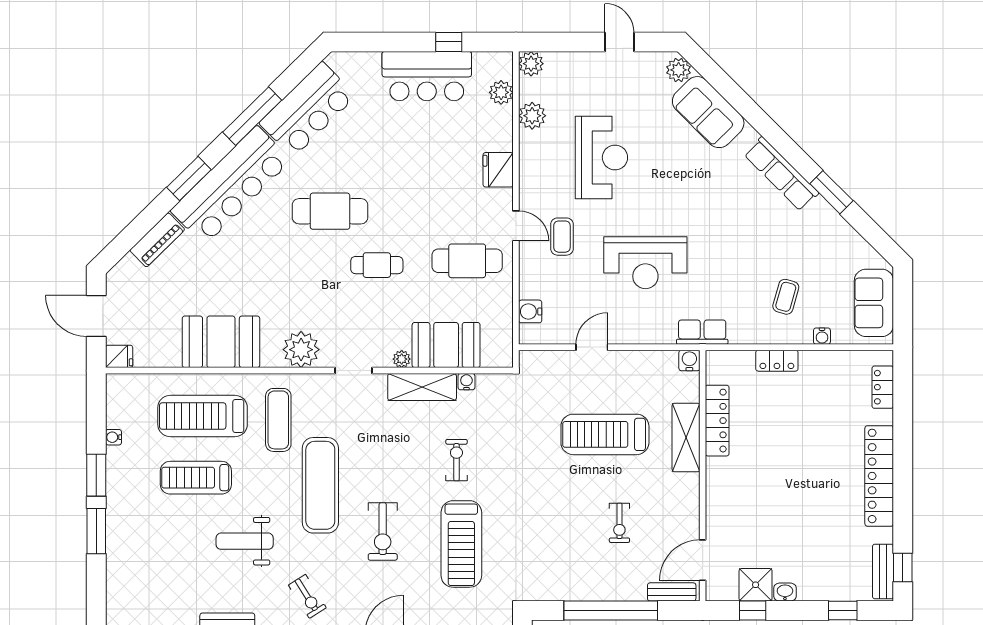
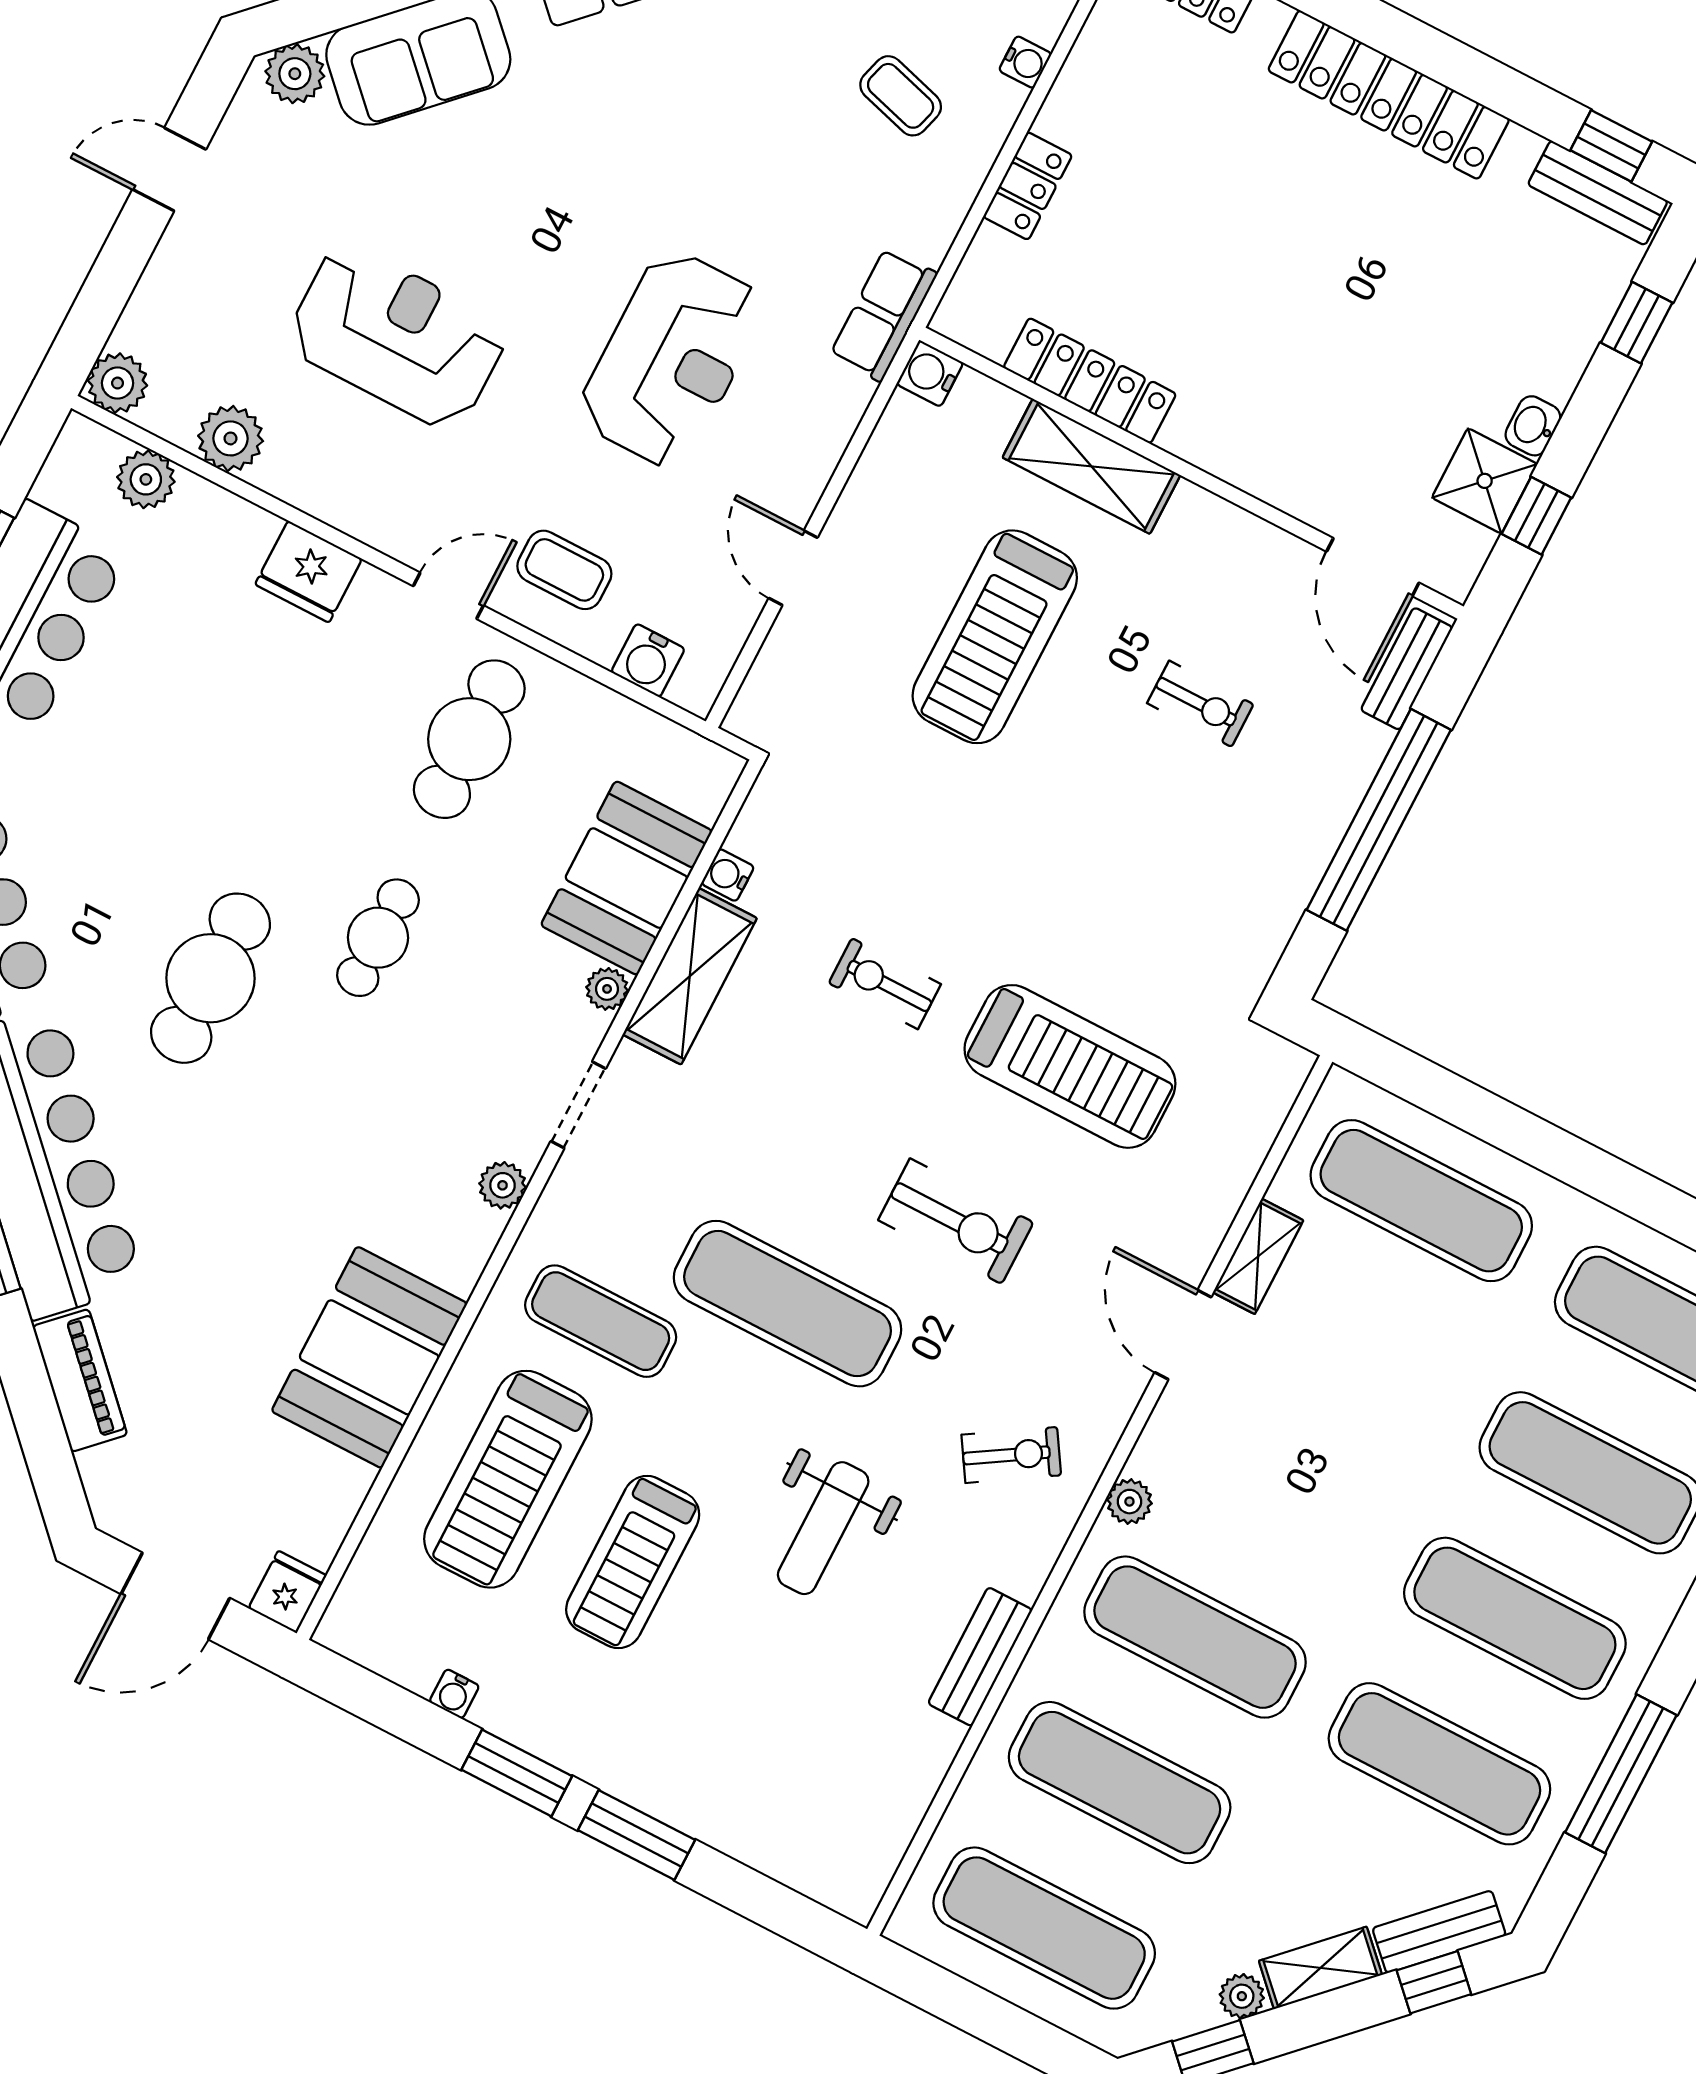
coffee table: (562, 237) -> (564, 570), moved
plant: (301, 350) -> (503, 1185), width x0.53, depth x0.53

